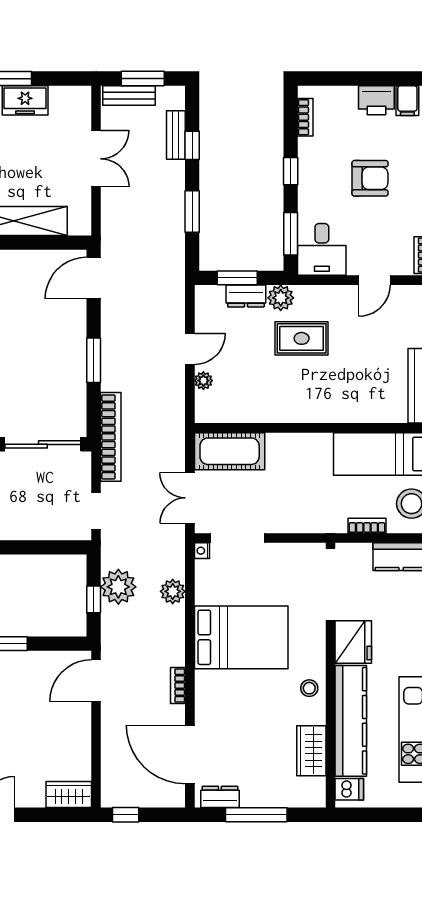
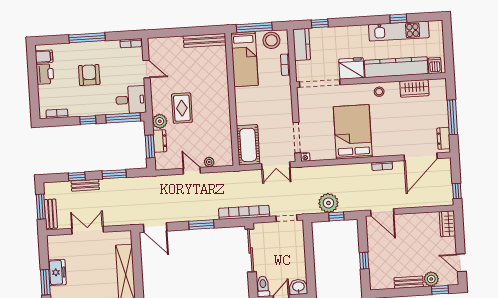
bench: (176, 135) -> (85, 185), moved
window: (291, 234) -> (123, 118), width x1.44
plant: (173, 591) -> (329, 172), removed

